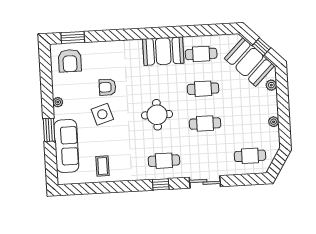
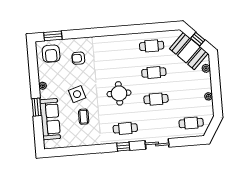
booth: (163, 51) -> (122, 44), removed
armchair: (107, 87) -> (78, 58), moved
coffee table: (103, 166) -> (84, 117), moved

